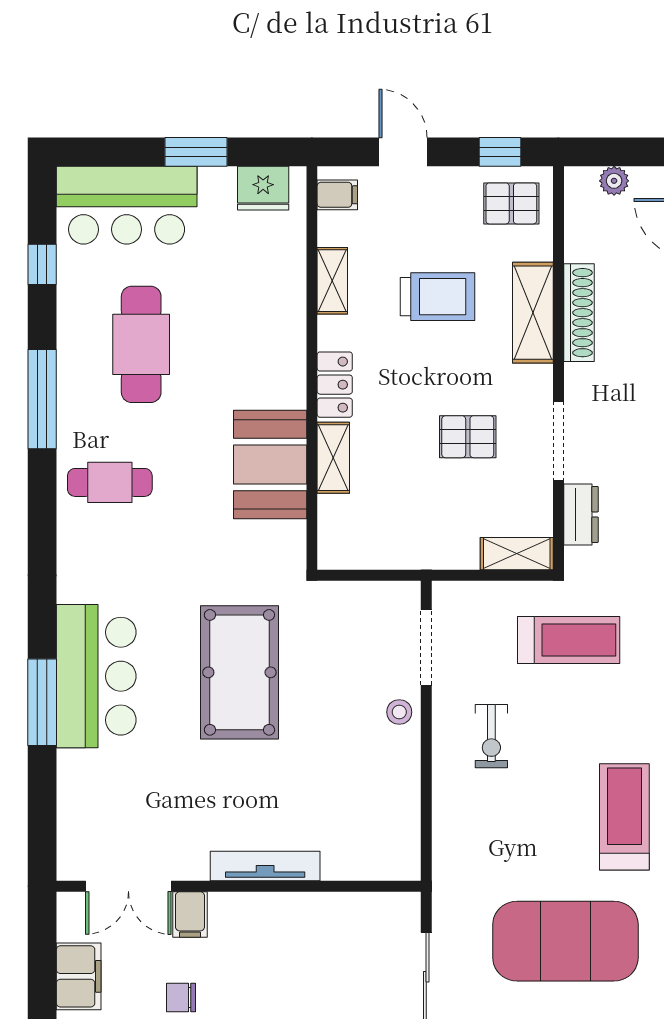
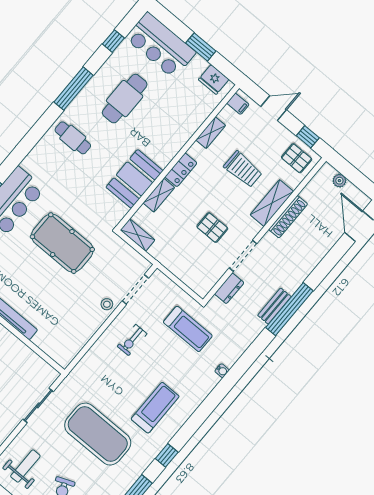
door: (403, 152) -> (274, 108), hinge flipped
shelving: (517, 554) -> (138, 235), moved
pool table: (239, 672) -> (62, 243), turned 90

